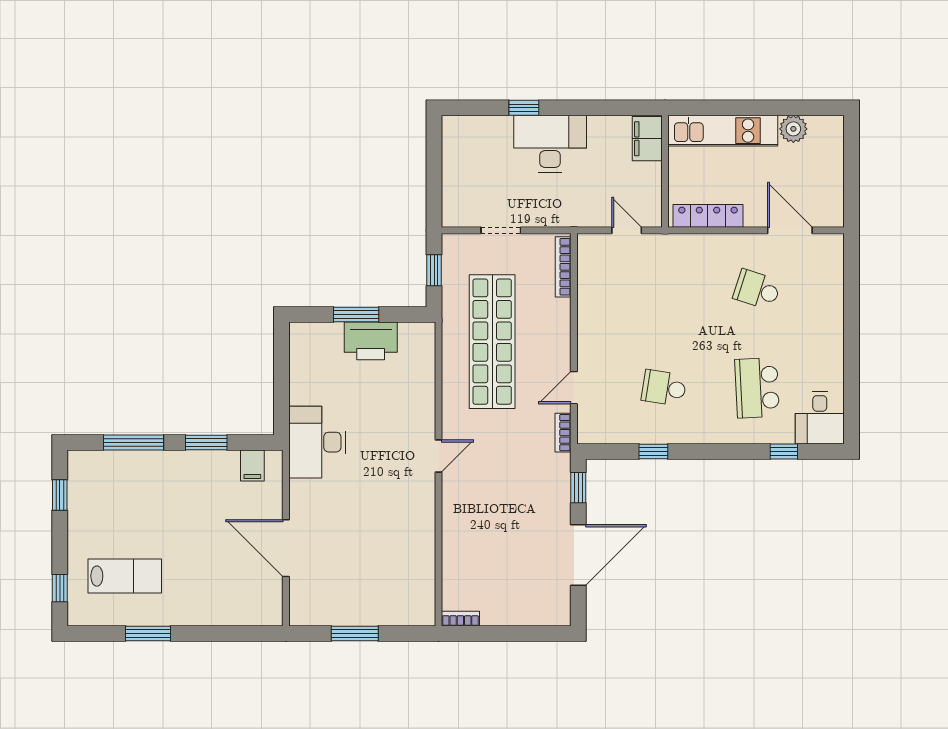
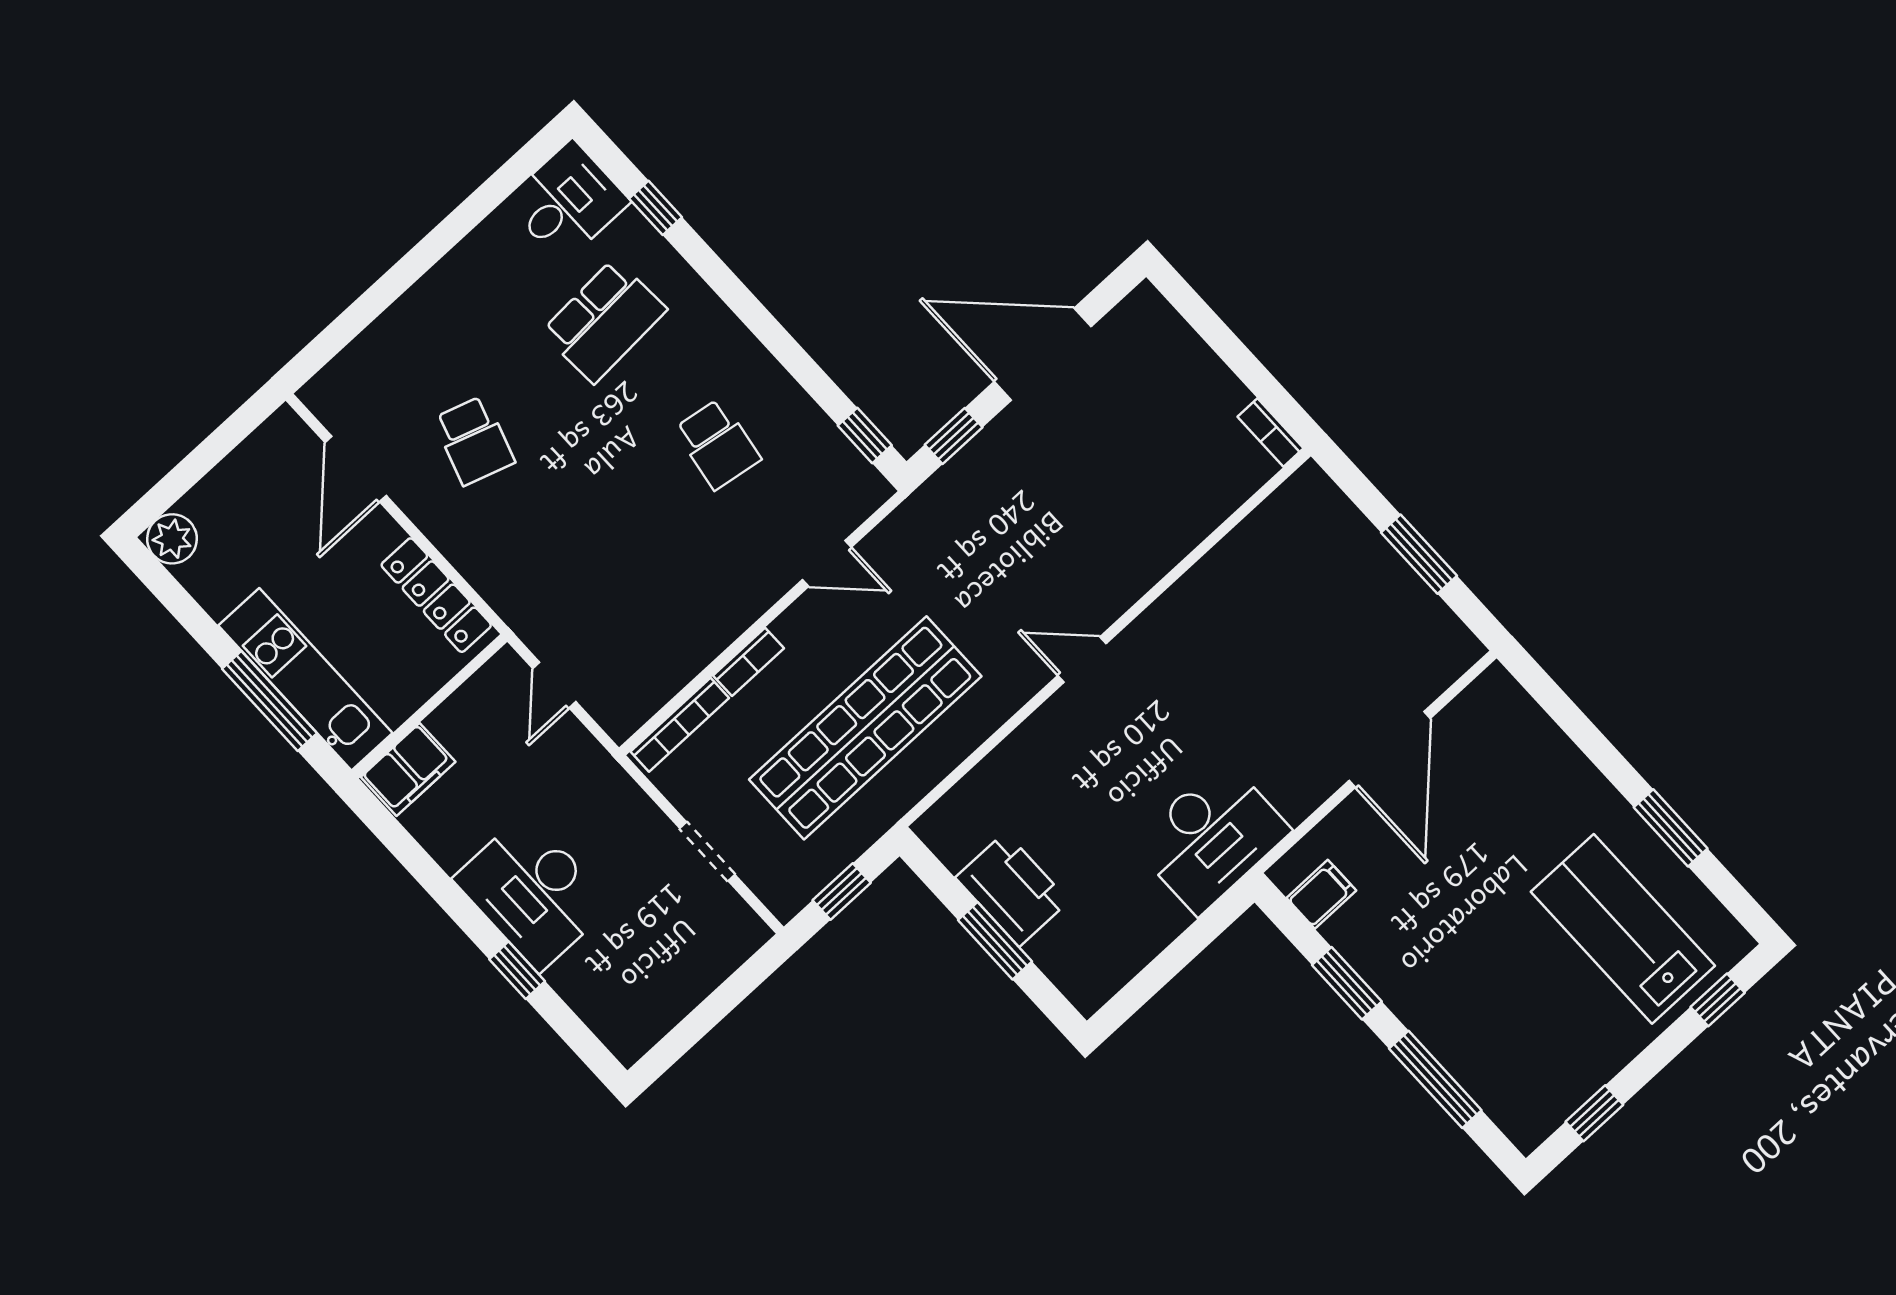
window: (727, 108) -> (270, 701), added
plant: (793, 129) -> (172, 539), moved
bookcase: (563, 433) -> (749, 662), moved
window: (653, 451) -> (865, 435), moved
lab bench: (125, 576) -> (1623, 929), width x1.36, depth x1.39

